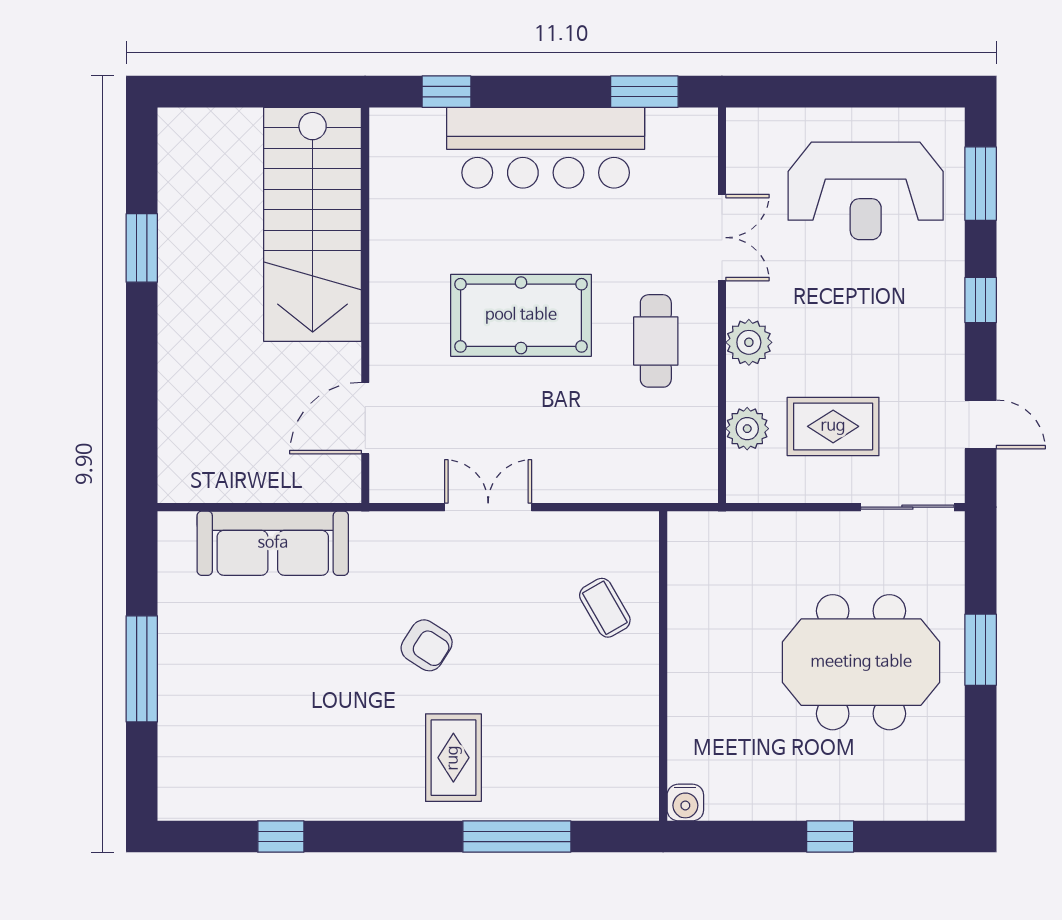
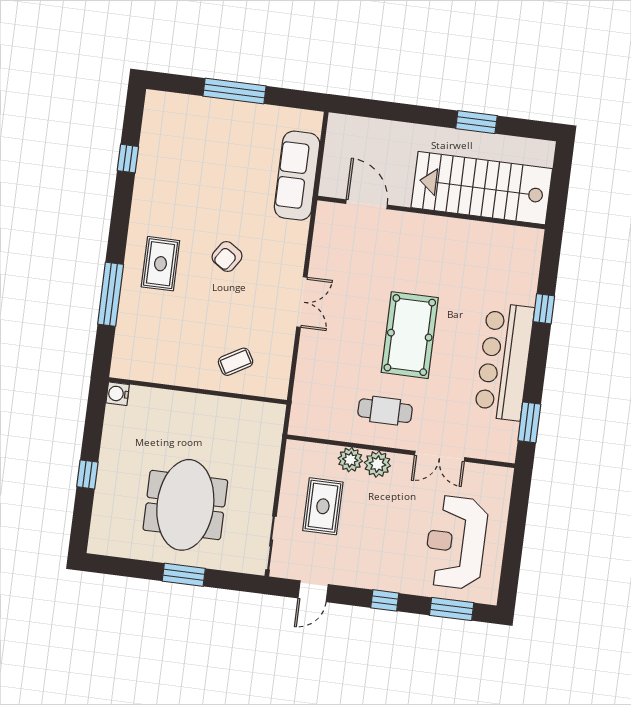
stairs: (313, 224) -> (482, 188), moved
wall: (365, 305) -> (431, 212), moved
door: (365, 418) -> (366, 204), moved
plant: (747, 429) -> (350, 460), moved
rug: (453, 758) -> (160, 264), turned 90

